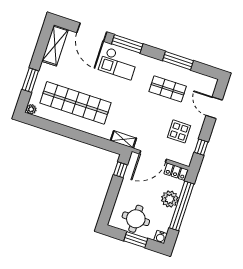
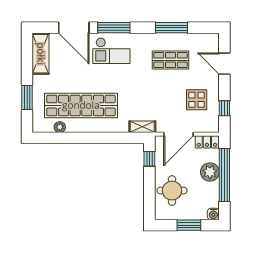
plant: (31, 109) -> (60, 127), moved
round table: (136, 219) -> (172, 191), moved

